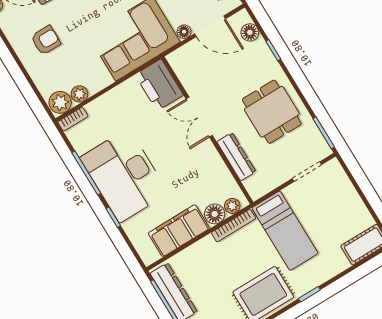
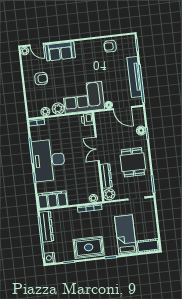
floor lamp: (250, 32) -> (141, 131), moved
printer: (159, 85) -> (87, 119), width x0.53, depth x0.68
plant: (60, 102) -> (58, 109), moved
plant: (256, 186) -> (109, 194), added
floor lamp: (215, 214) -> (83, 198), removed
filing cabinet: (179, 231) -> (52, 200), moved
bed: (285, 231) -> (126, 235), moved, turned 180

